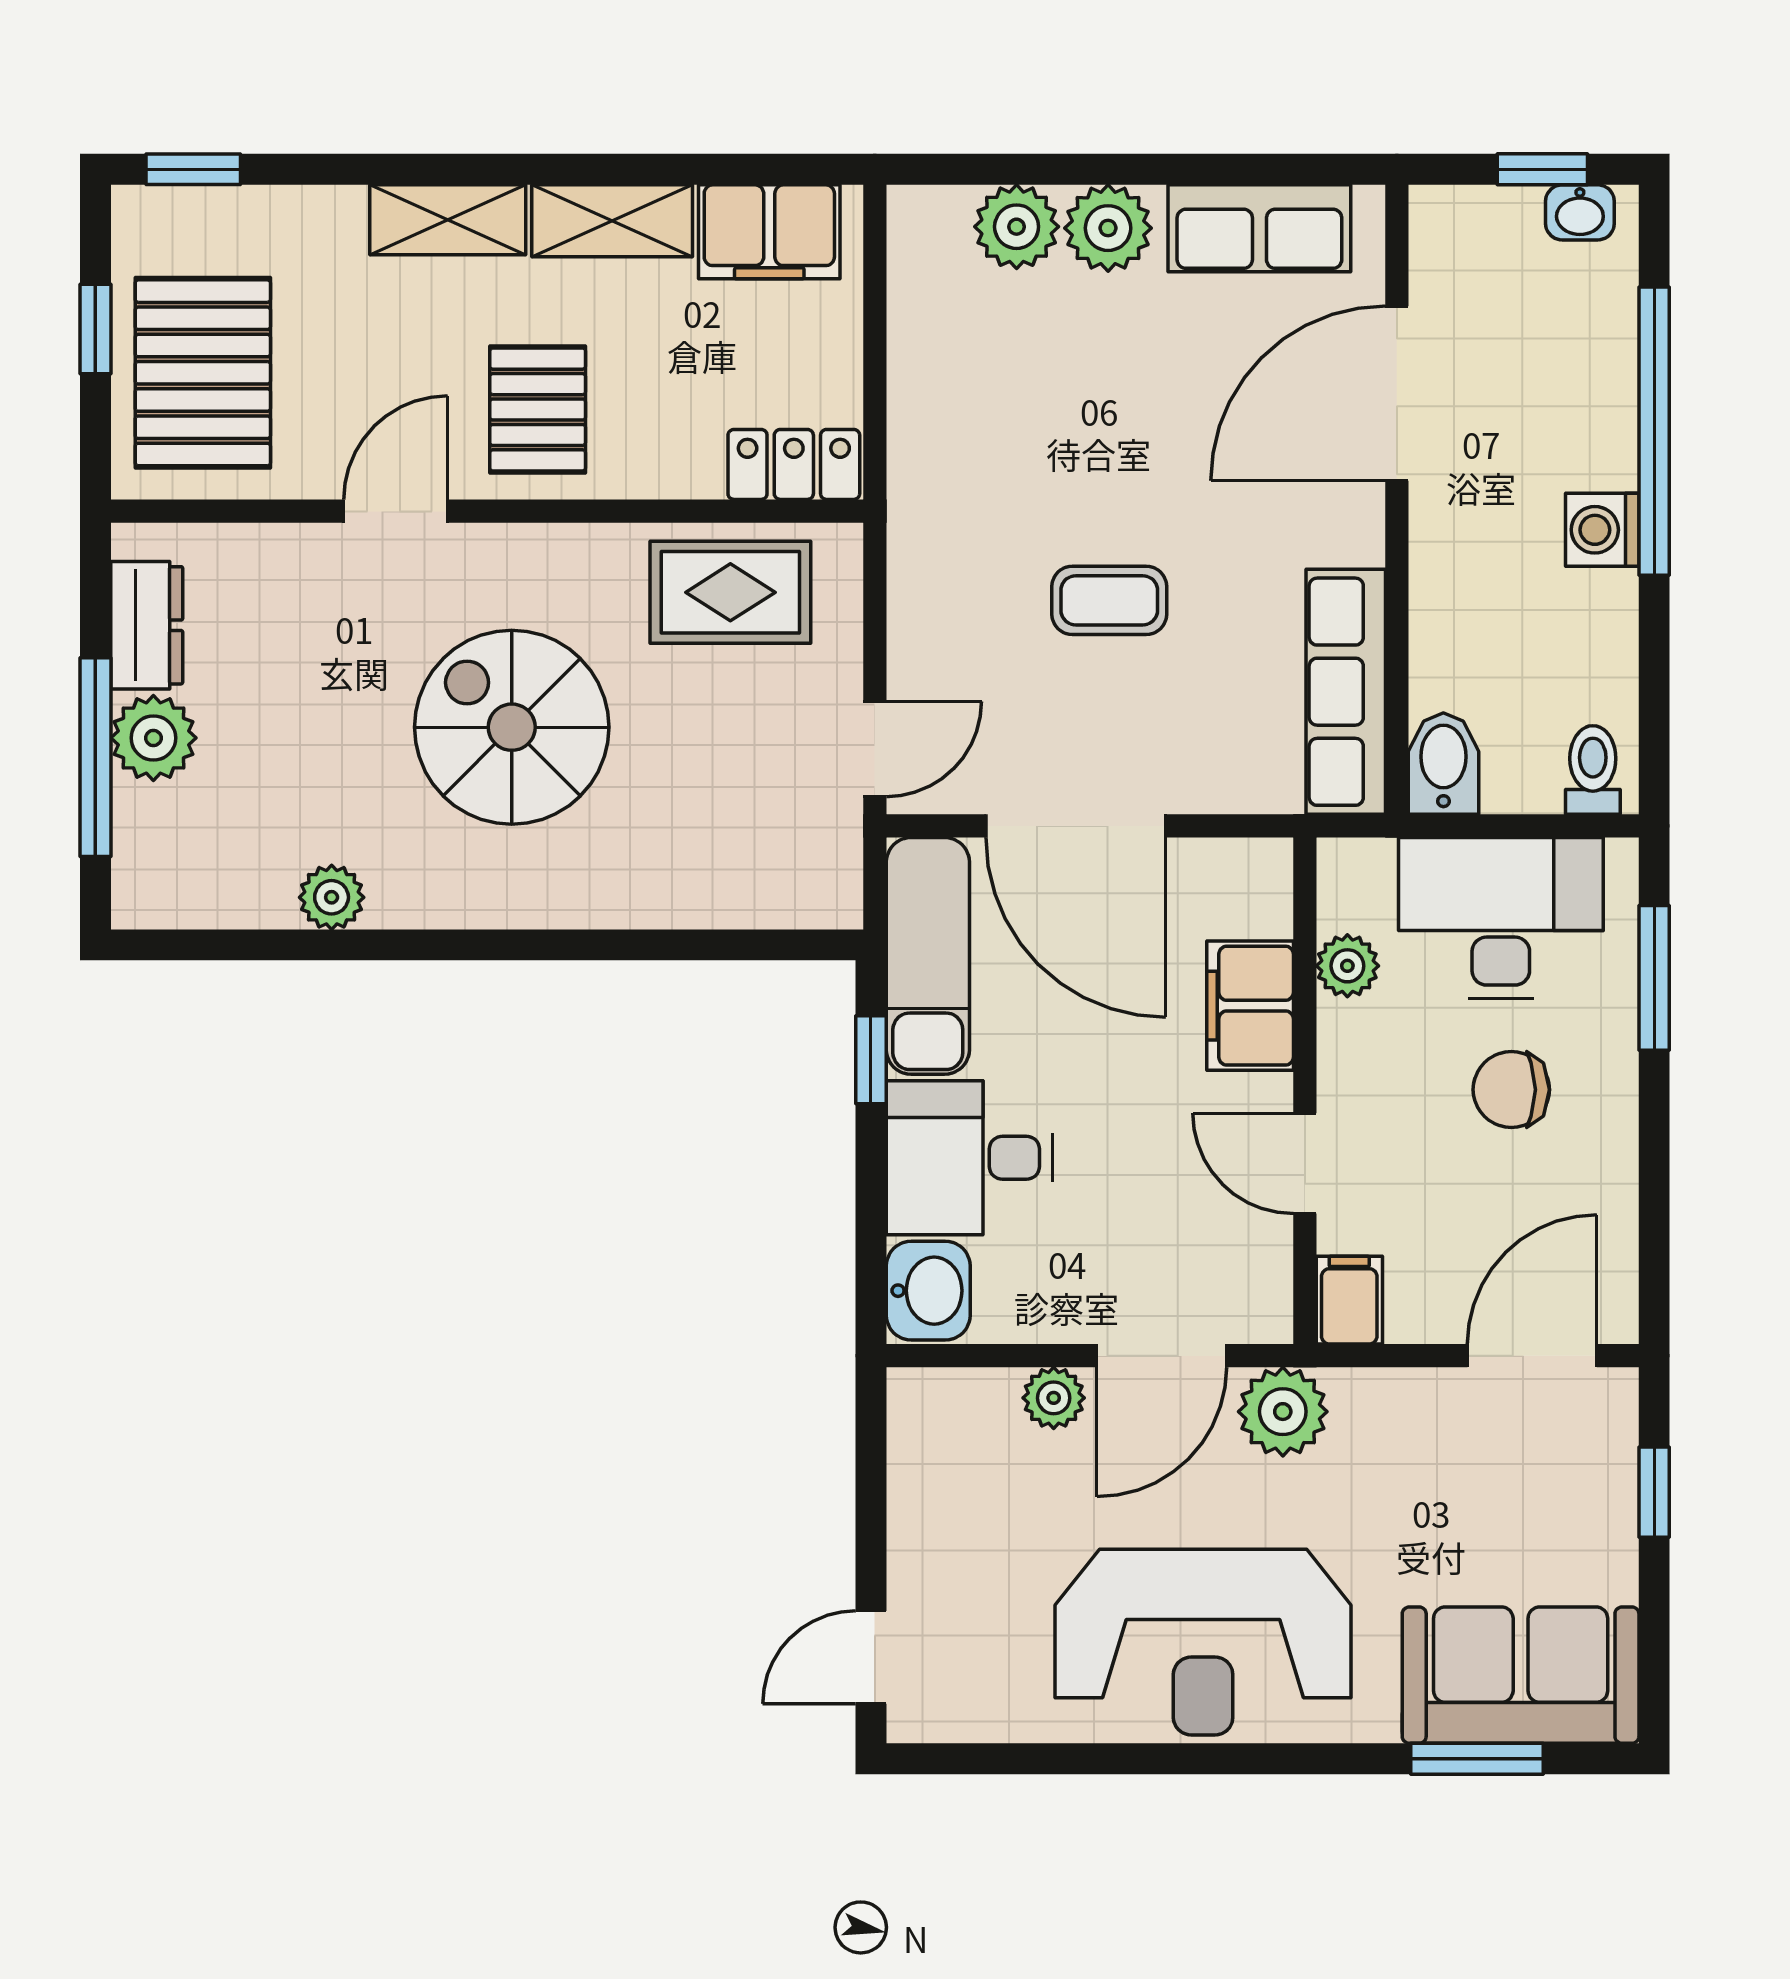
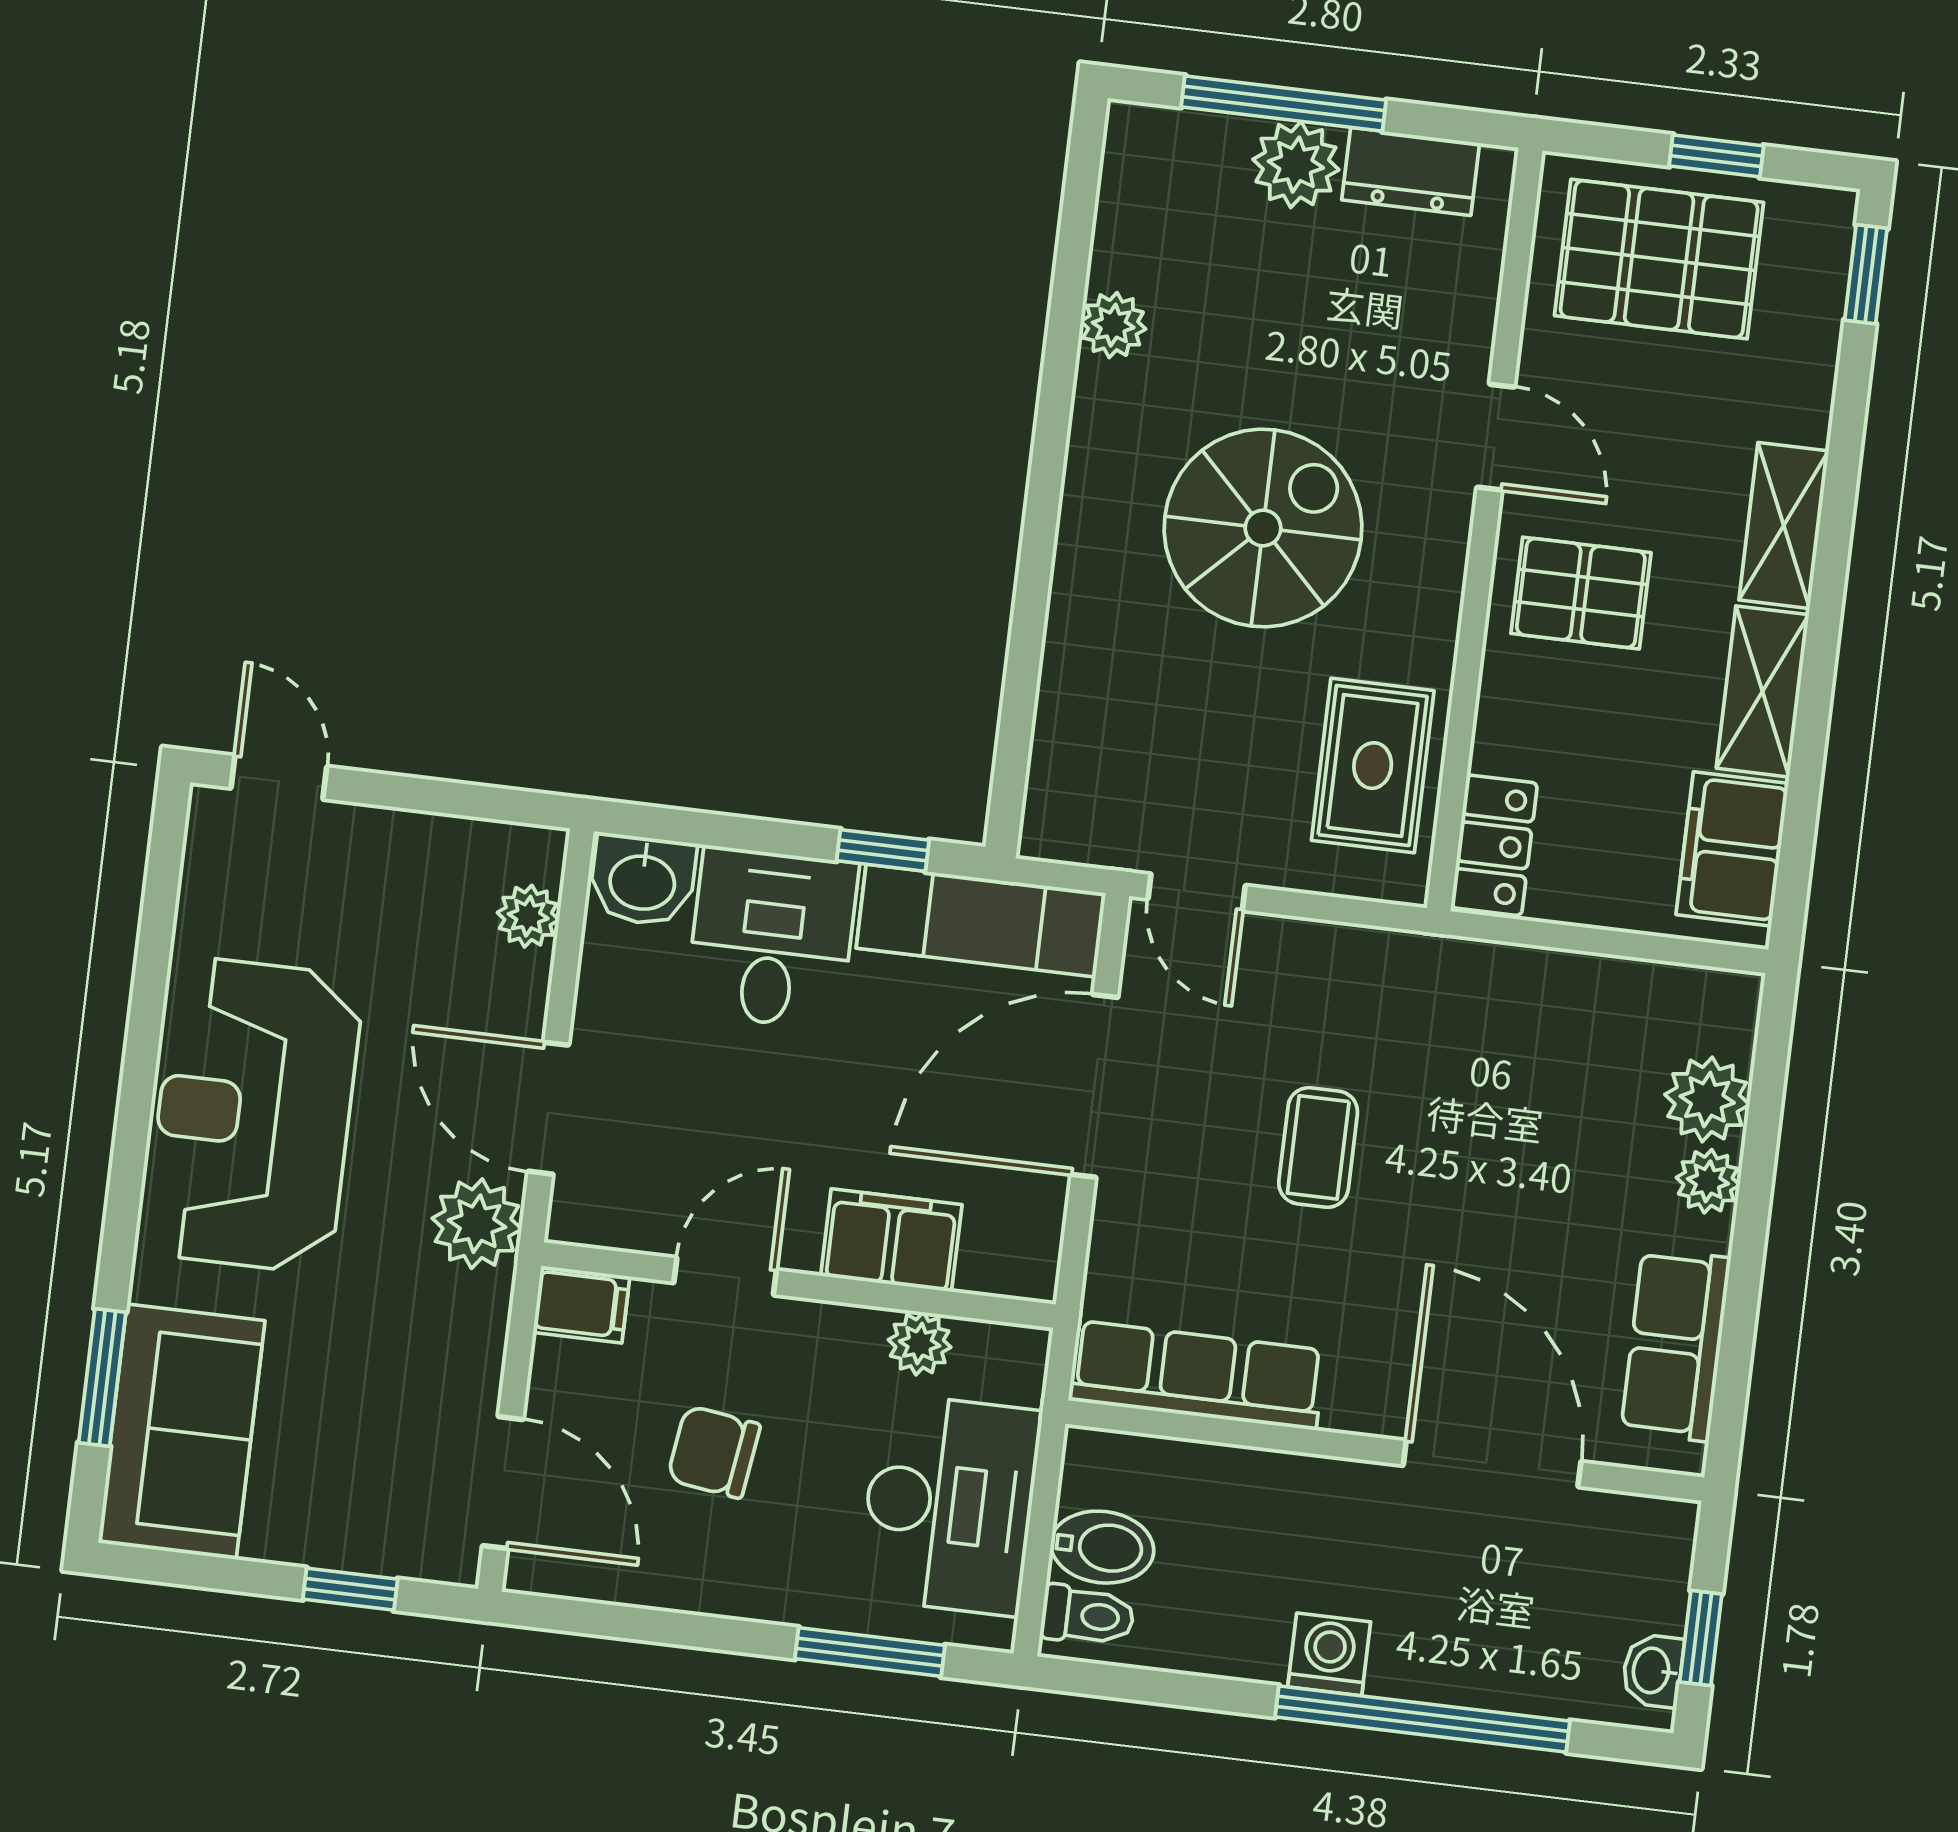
plant: (1108, 228) -> (1708, 1181), width x0.73, depth x0.73
bidet: (1443, 764) -> (1102, 1547), moved
chair: (1511, 1090) -> (714, 1452), moved, turned -82
plant: (1054, 1398) -> (528, 916), moved

